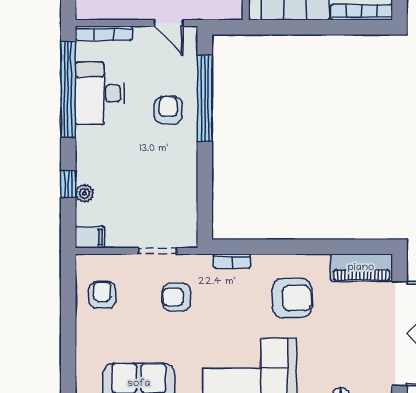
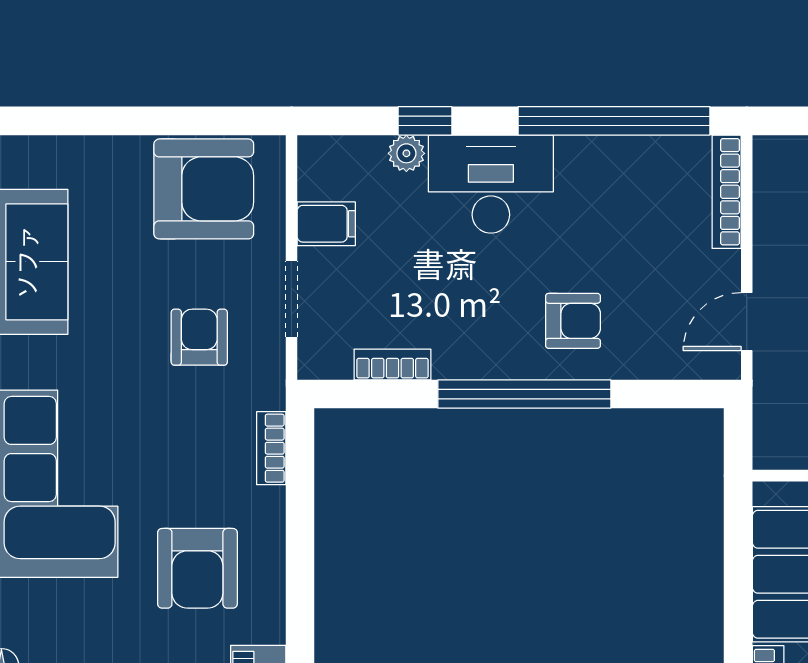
desk: (100, 93) -> (491, 184), moved
window: (205, 98) -> (524, 394), moved
bookcase: (190, 200) -> (392, 364), added
filing cabinet: (90, 237) -> (326, 224), moved, turned -90
armchair: (102, 295) -> (204, 189), width x1.88, depth x1.88

